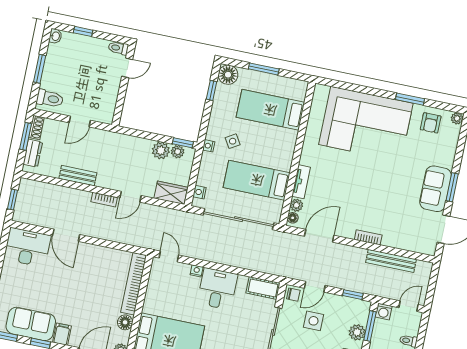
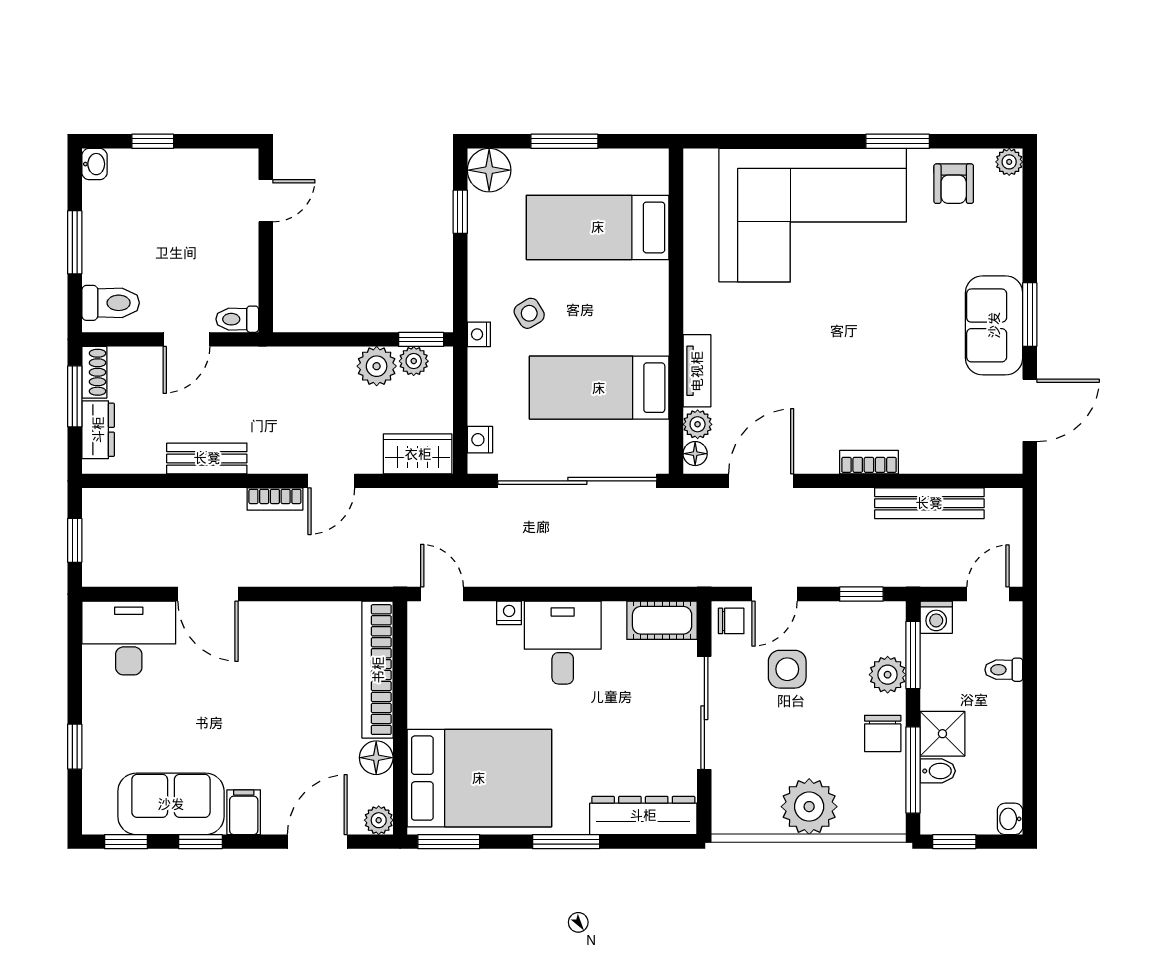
toilet: (118, 48) -> (237, 319), moved

